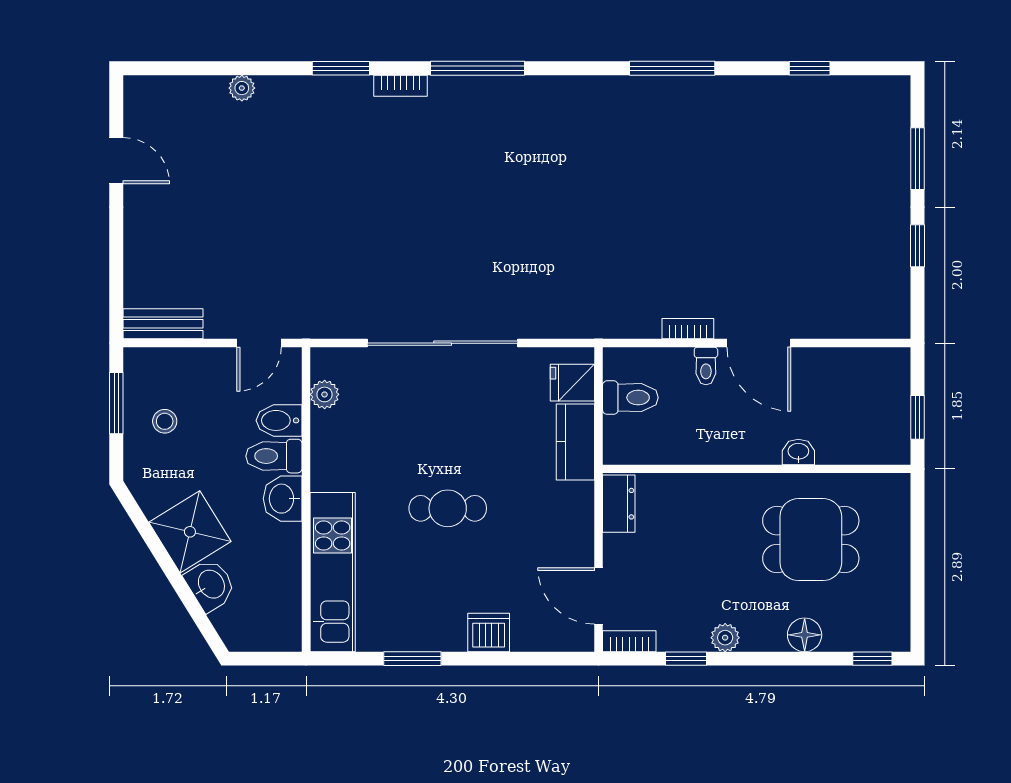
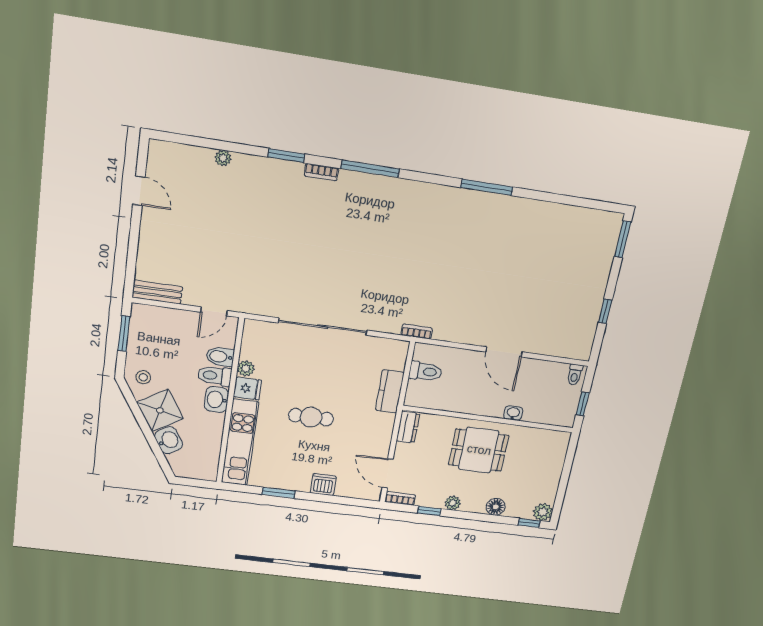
window: (810, 68) -> (568, 200), removed
window: (918, 159) -> (623, 239), moved
bookcase: (688, 329) -> (417, 332), moved
toilet: (706, 366) -> (575, 375), moved
fridge: (572, 383) -> (247, 389), moved, turned 180
plant: (325, 394) -> (246, 368), moved
stool: (165, 421) -> (143, 377), moved
dining table: (811, 540) -> (479, 450), moved
plant: (893, 634) -> (543, 512), added

